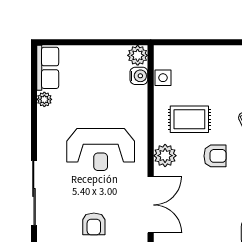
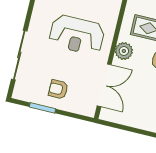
armchair: (94, 224) -> (58, 89), turned 90

